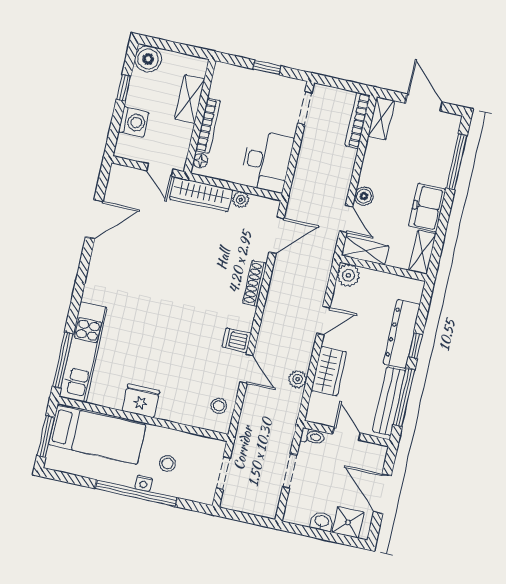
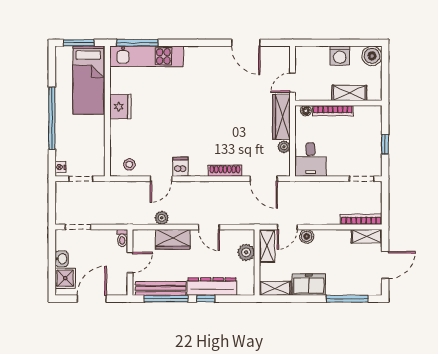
window: (124, 88) -> (347, 43), removed
washing machine: (134, 122) -> (340, 56), moved
desk: (267, 161) -> (311, 159), width x0.73
plant: (348, 275) -> (246, 252), moved
stool: (168, 463) -> (79, 136), removed
doorway: (290, 471) -> (78, 227), moved
nightstand: (144, 483) -> (60, 167), moved

